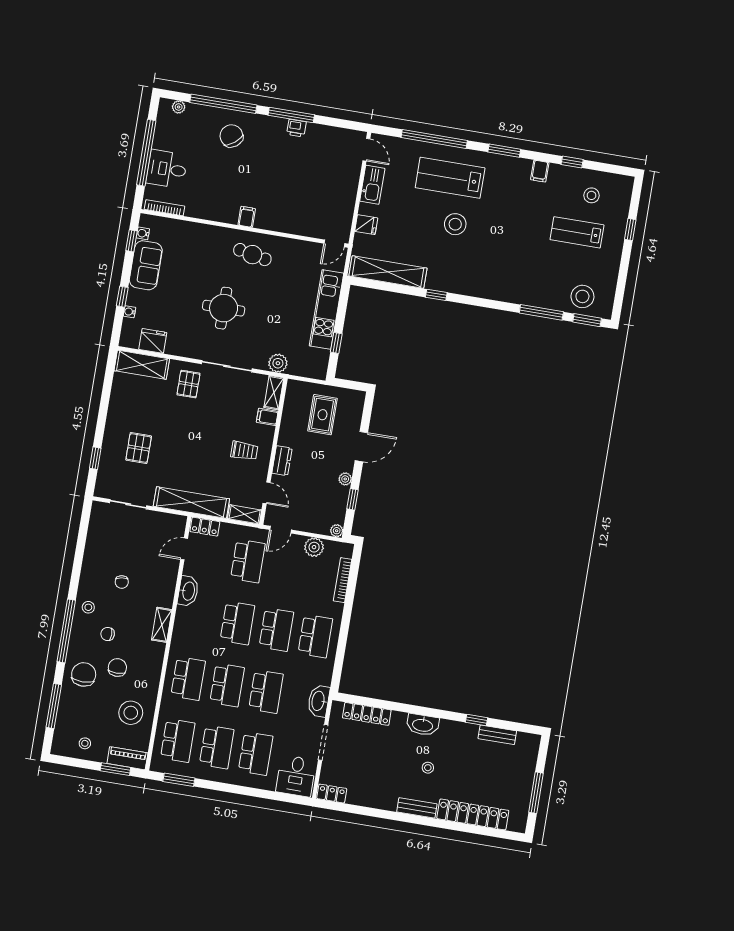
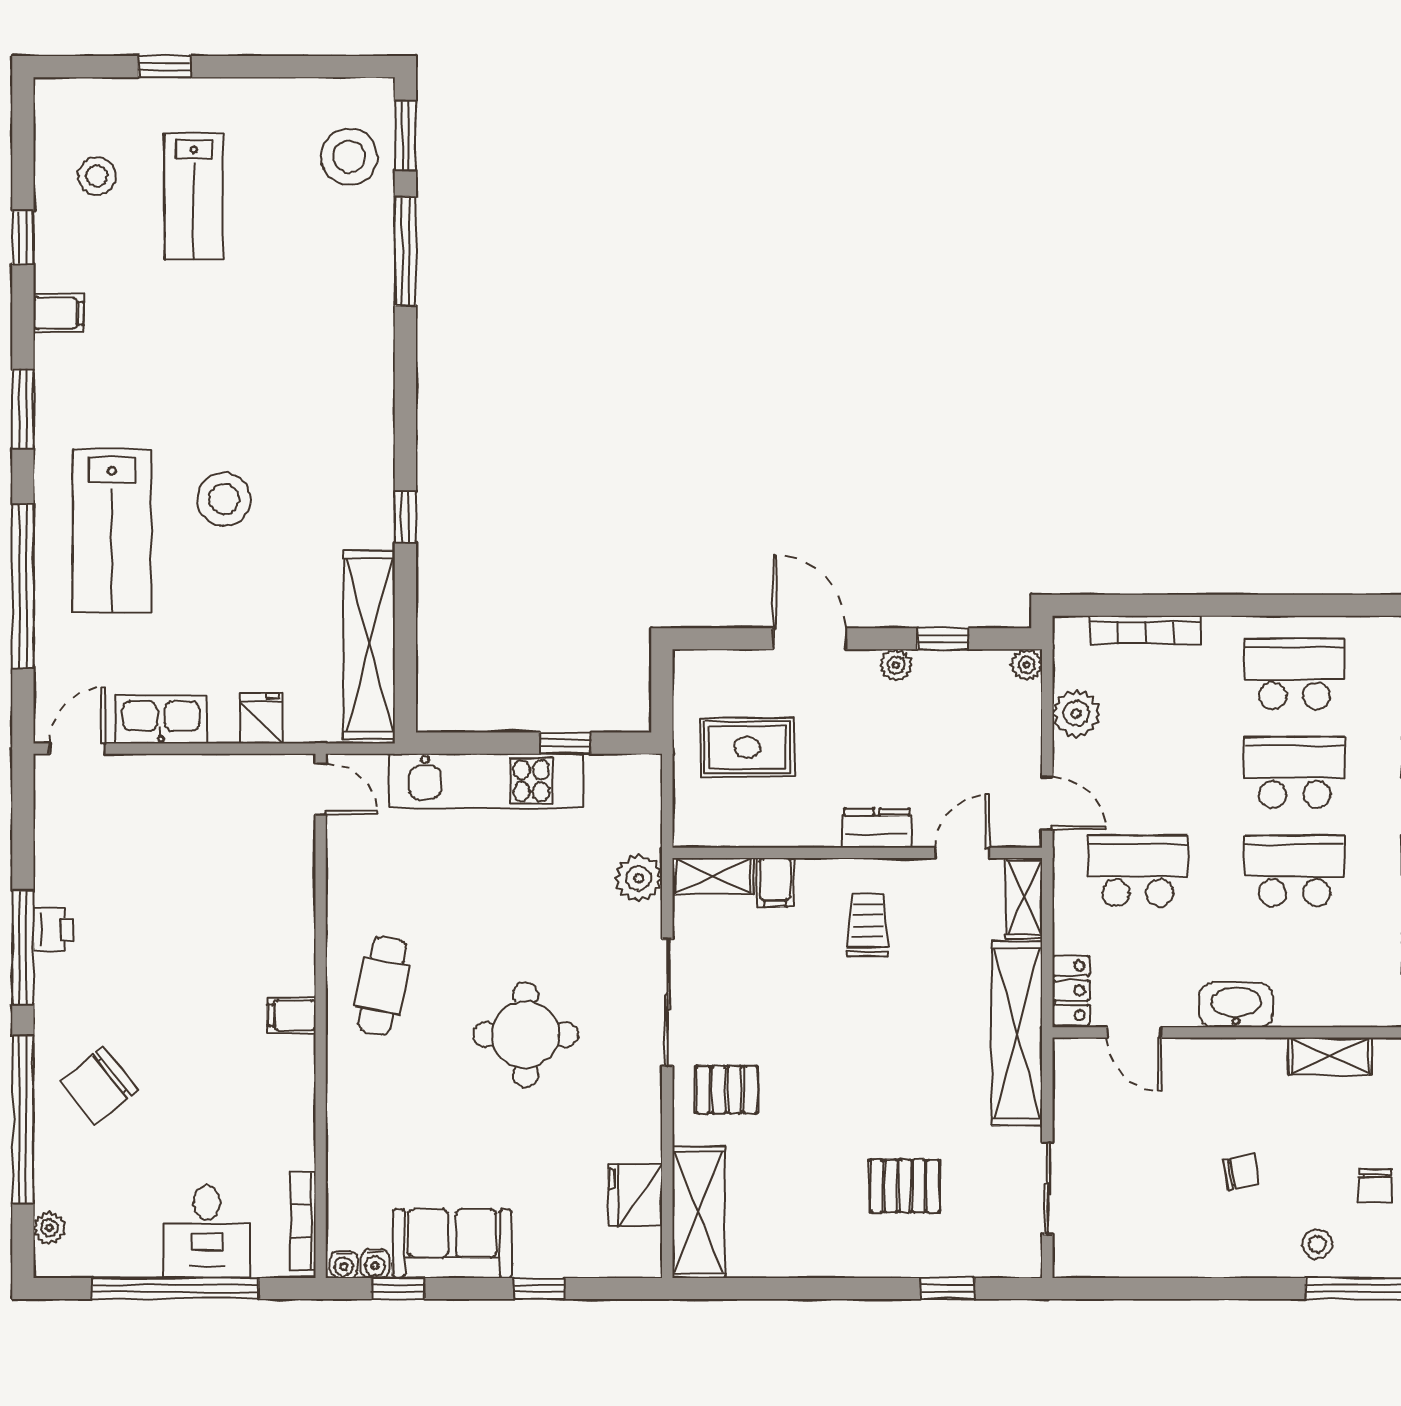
water cooler: (129, 312) -> (344, 1265), moved

